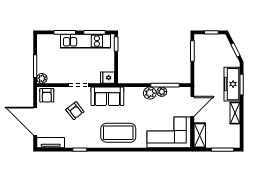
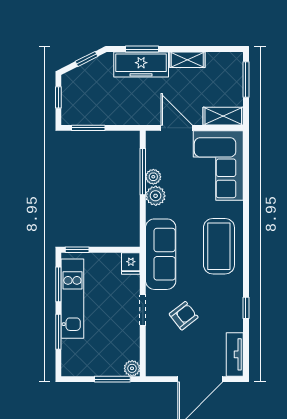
armchair: (47, 95) -> (159, 361), removed
sofa: (107, 96) -> (161, 254), width x1.36

